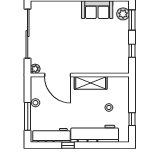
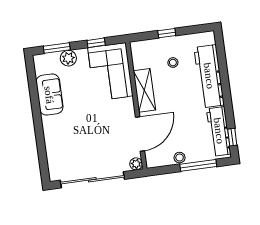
plant: (123, 14) -> (68, 58), moved
corner sofa: (108, 59) -> (110, 72), added
window: (132, 119) -> (167, 33), moved
window: (68, 145) -> (232, 137), moved

